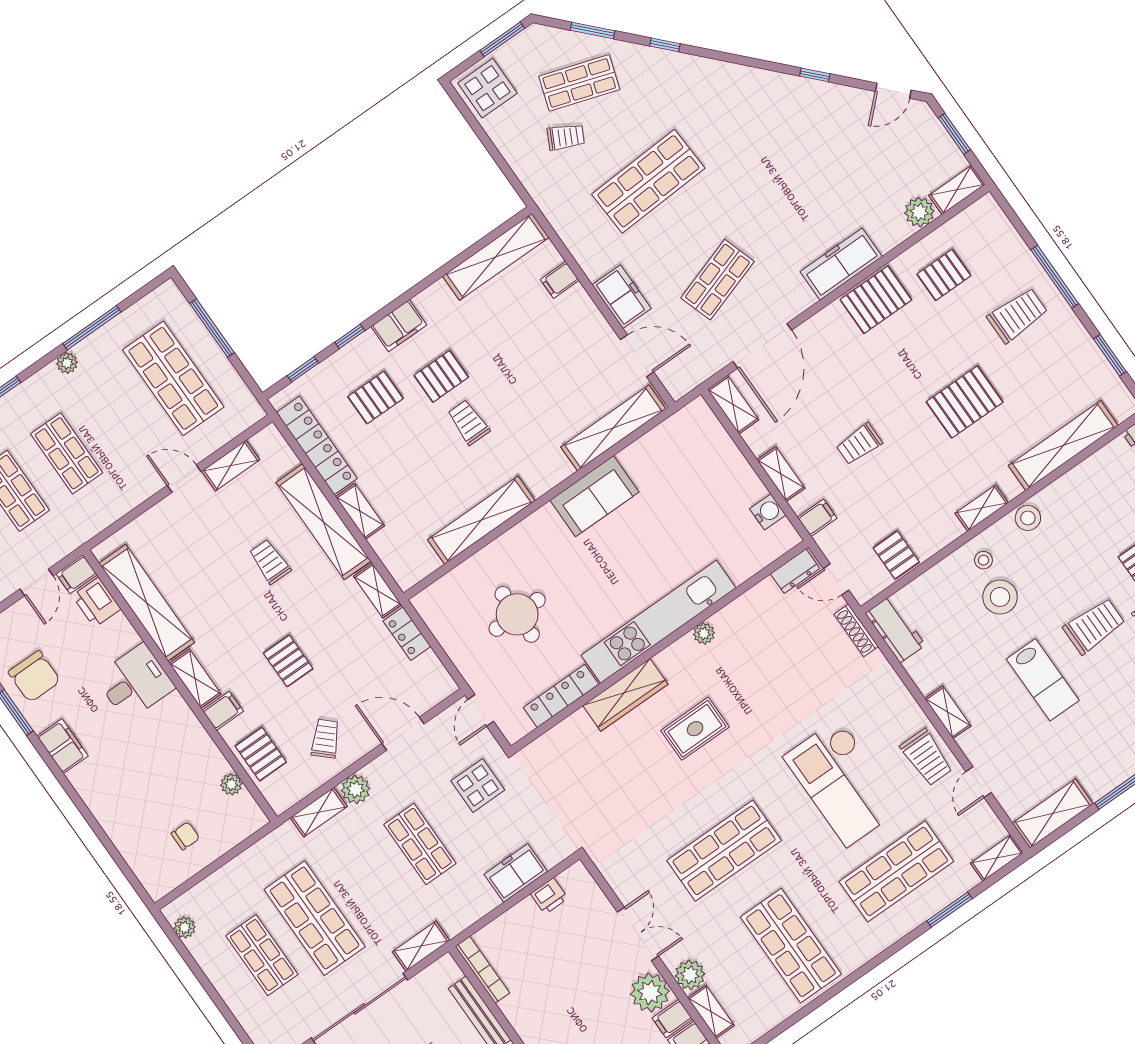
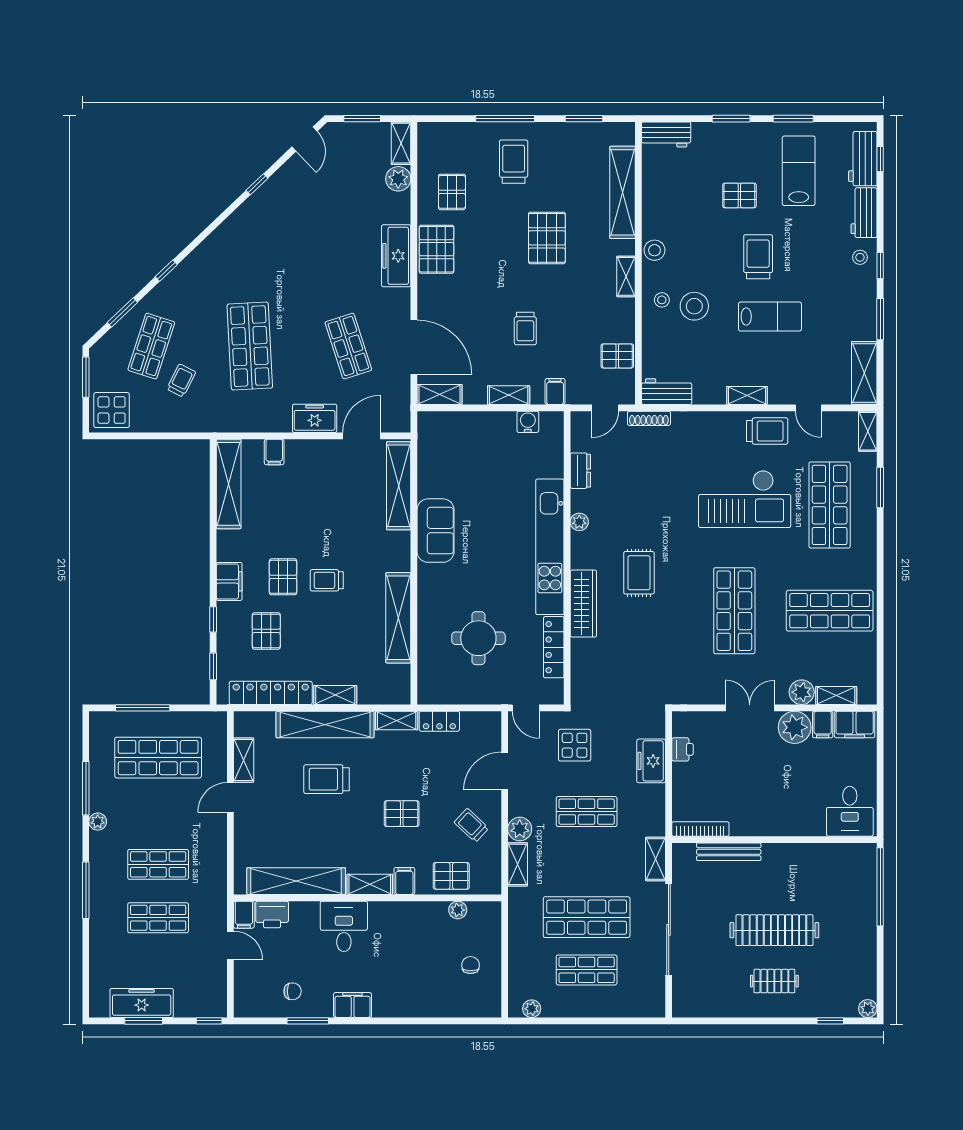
trolley: (270, 562) -> (327, 779), width x1.36, depth x1.39
dresser: (795, 571) -> (580, 471), moved
chair: (34, 677) -> (293, 991), width x0.54, depth x0.54

